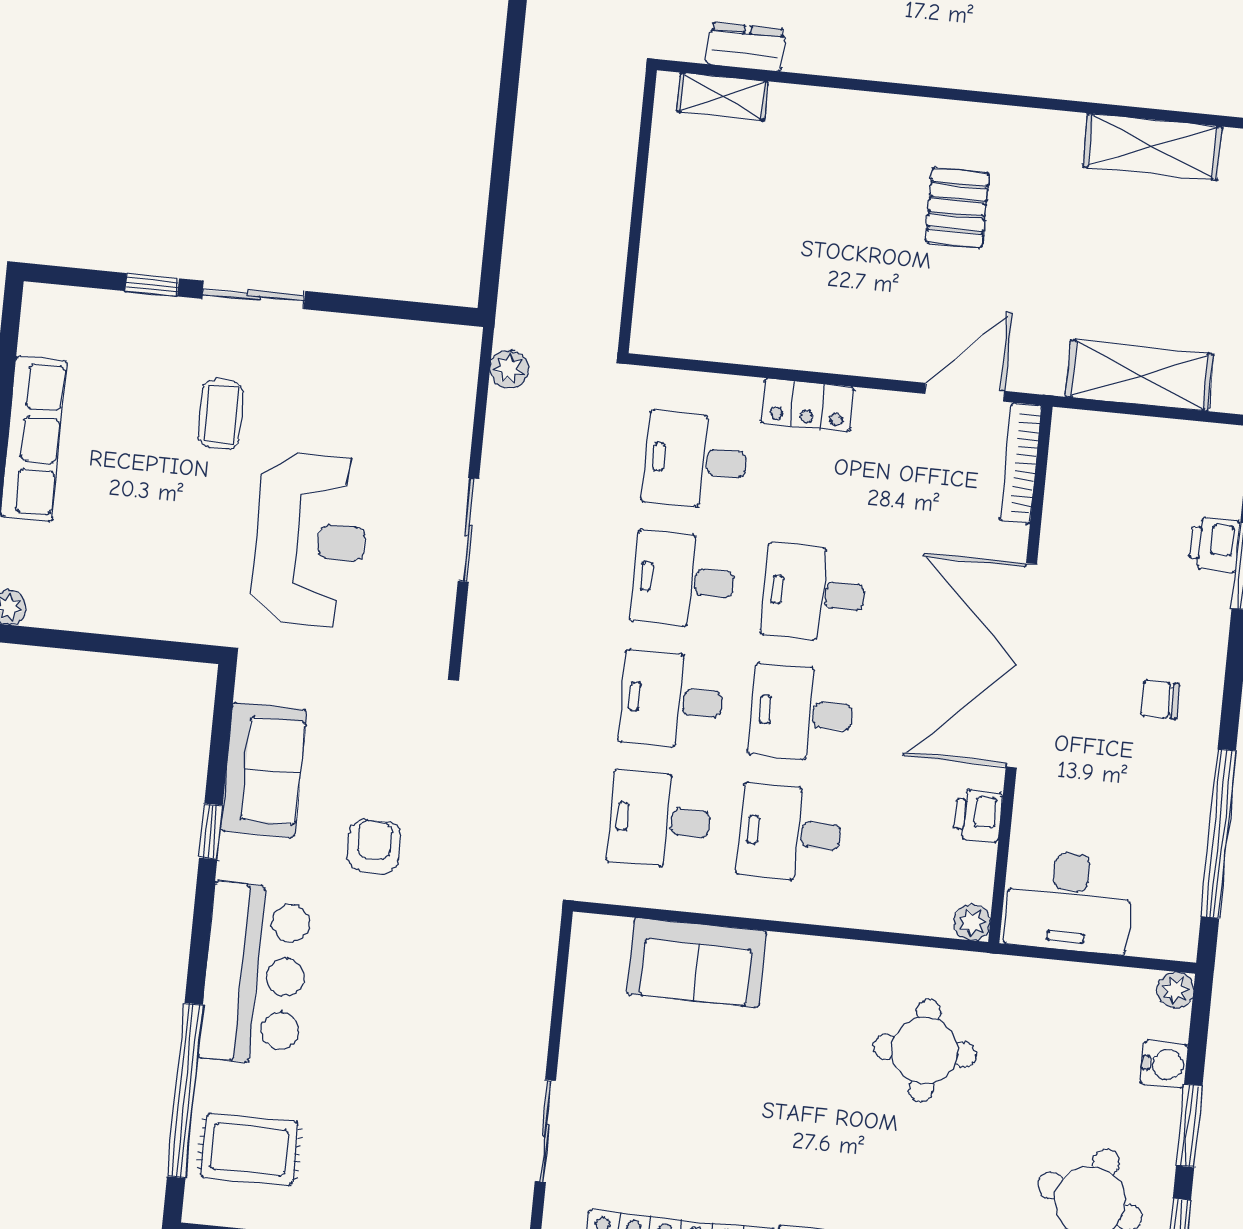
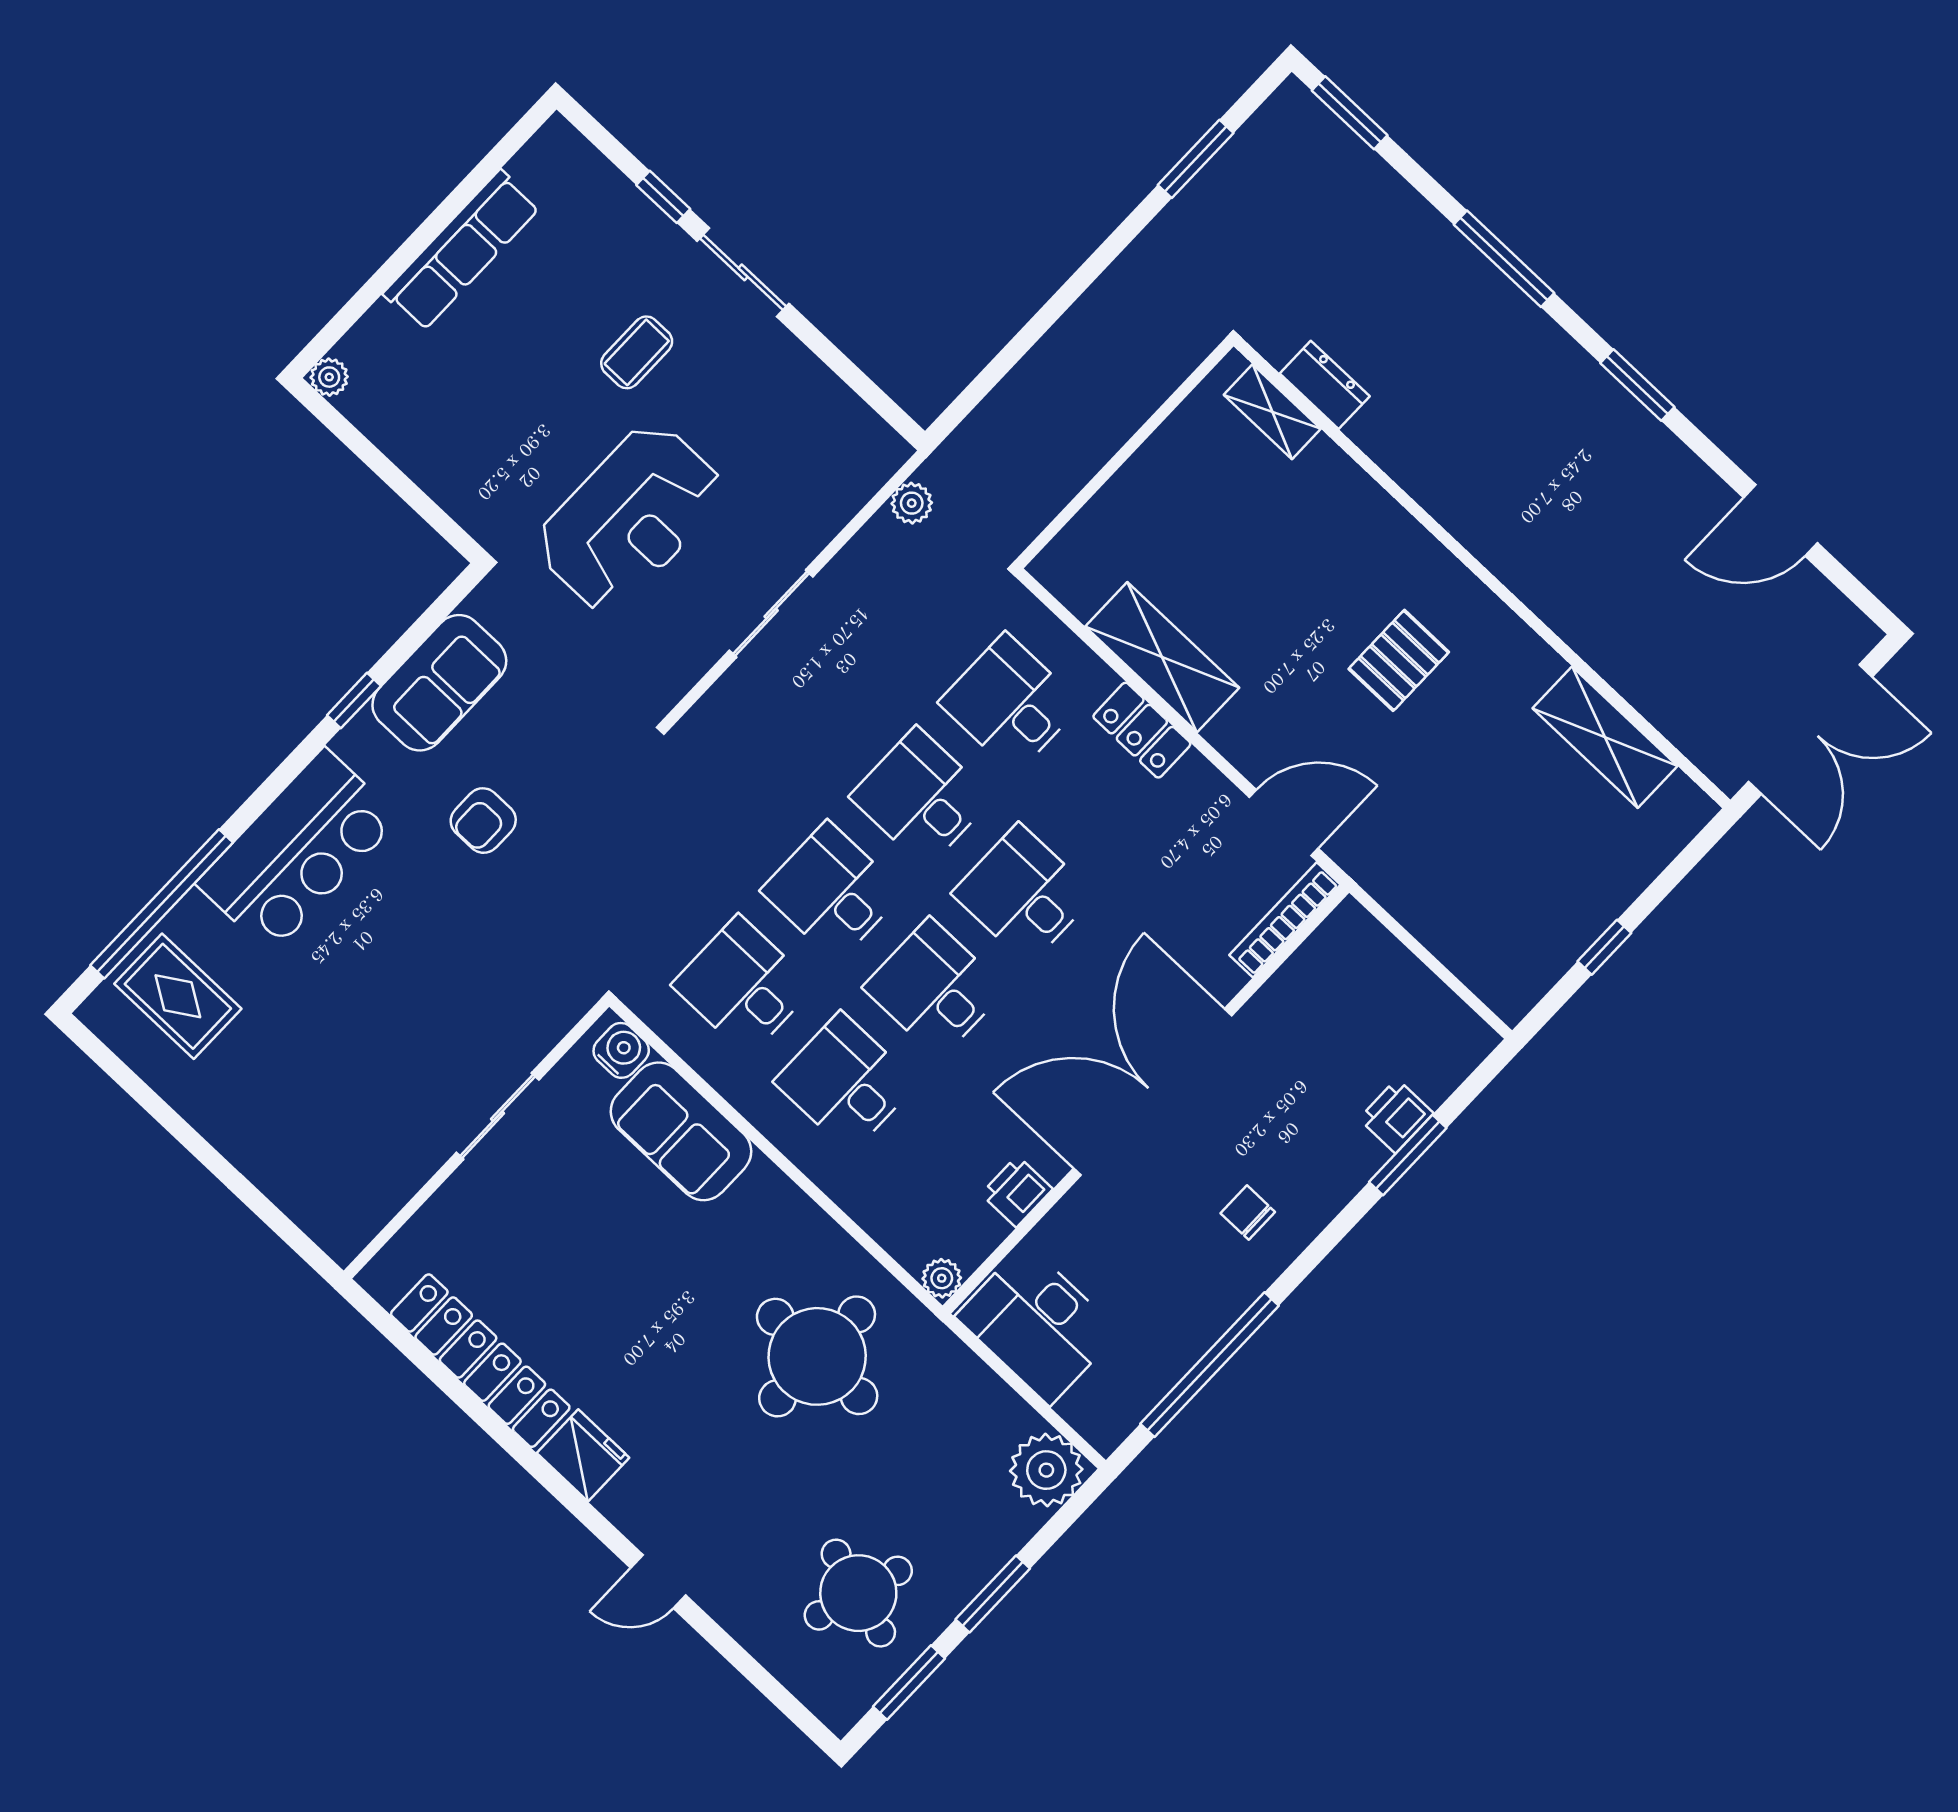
shelving: (1139, 376) -> (1162, 657), moved
armchair: (374, 846) -> (483, 821), turned 180
plant: (1175, 990) -> (1046, 1470), width x1.88, depth x1.88
round table: (925, 1051) -> (817, 1356), width x1.36, depth x1.36
water cooler: (1164, 1064) -> (621, 1050), moved, turned -90
sliding door: (545, 1131) -> (498, 1116), moved

